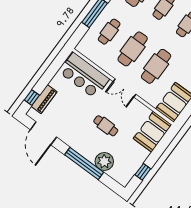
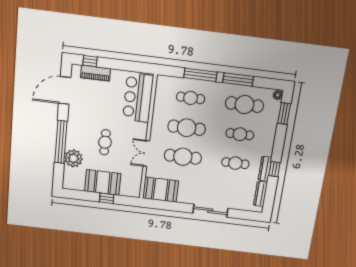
double door: (125, 88) -> (146, 153), moved
booth: (153, 132) -> (103, 182), moved
window: (143, 172) -> (107, 198), moved

